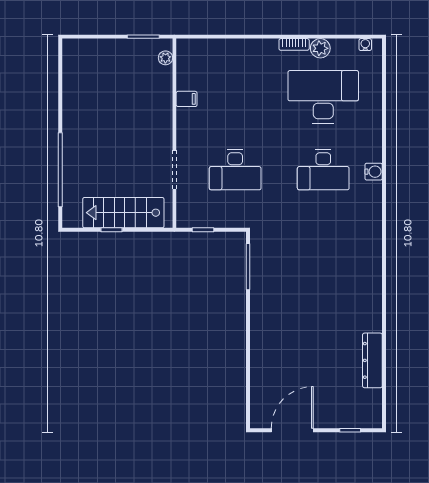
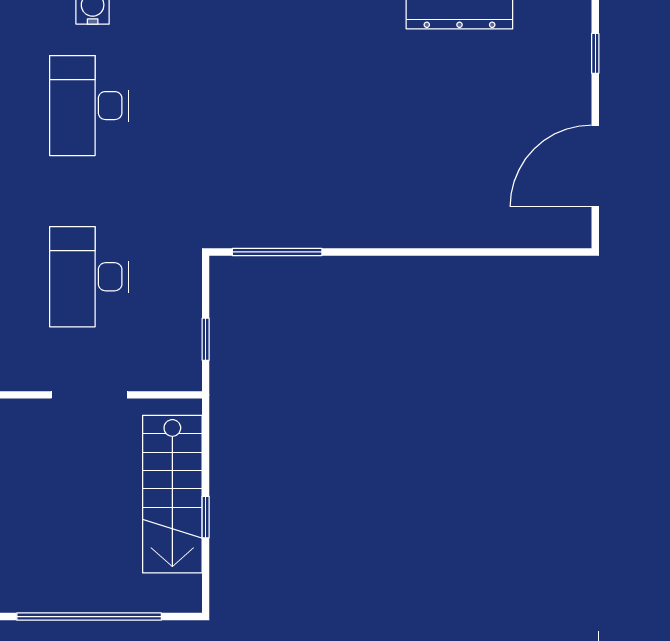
desk: (235, 170) -> (89, 277), turned 180
desk: (323, 170) -> (89, 106), turned 180
door: (292, 430) -> (595, 166), hinge flipped

